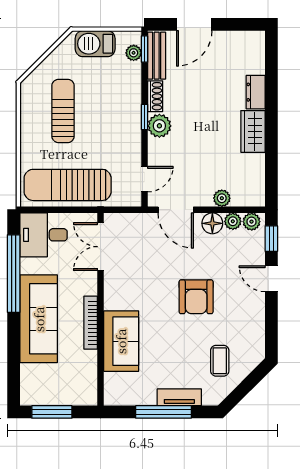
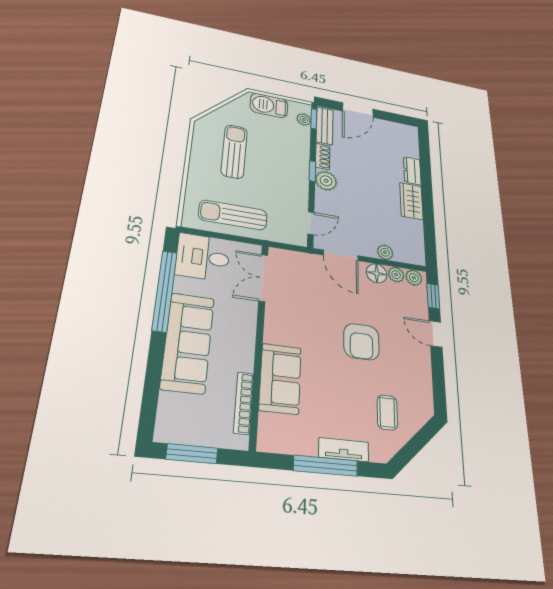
sun lounger: (68, 185) -> (233, 215), width x0.73, depth x0.75
bookcase: (91, 323) -> (244, 403), moved

